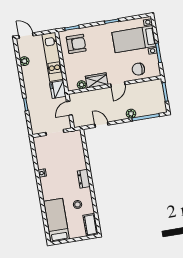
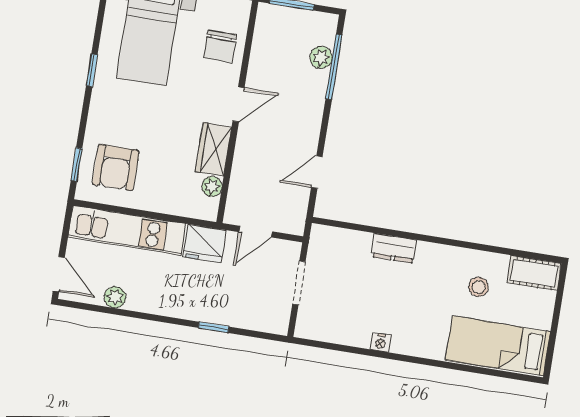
door: (26, 36) -> (59, 274), swing flipped
armchair: (76, 44) -> (116, 167), turned 180
door: (118, 84) -> (239, 104), hinge flipped
door: (69, 108) -> (256, 232), hinge flipped
plant: (131, 114) -> (321, 57), moved
dresser: (84, 179) -> (394, 248), moved

